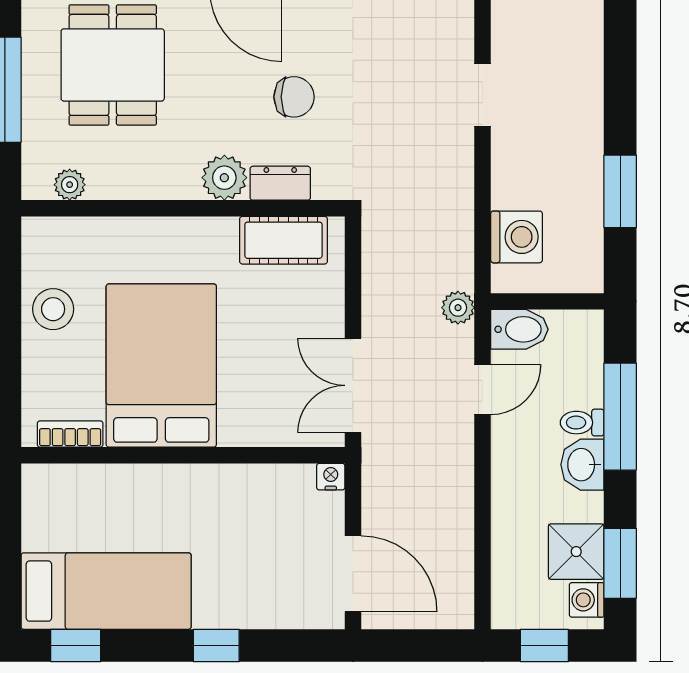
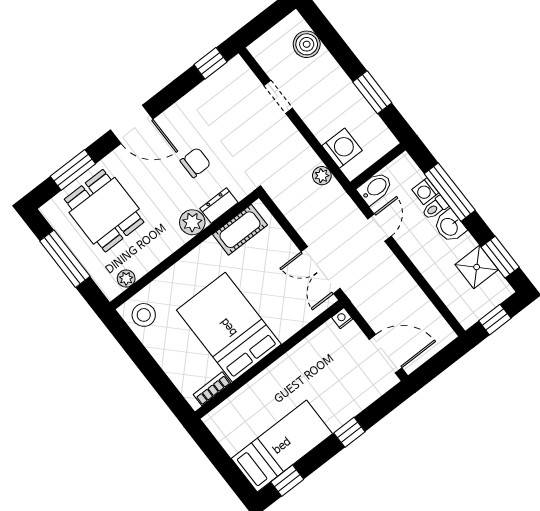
boiler: (580, 52) -> (307, 44), added
plant: (458, 308) -> (322, 176), moved
stool: (53, 309) -> (144, 315), moved
washing machine: (587, 600) -> (425, 191), moved

